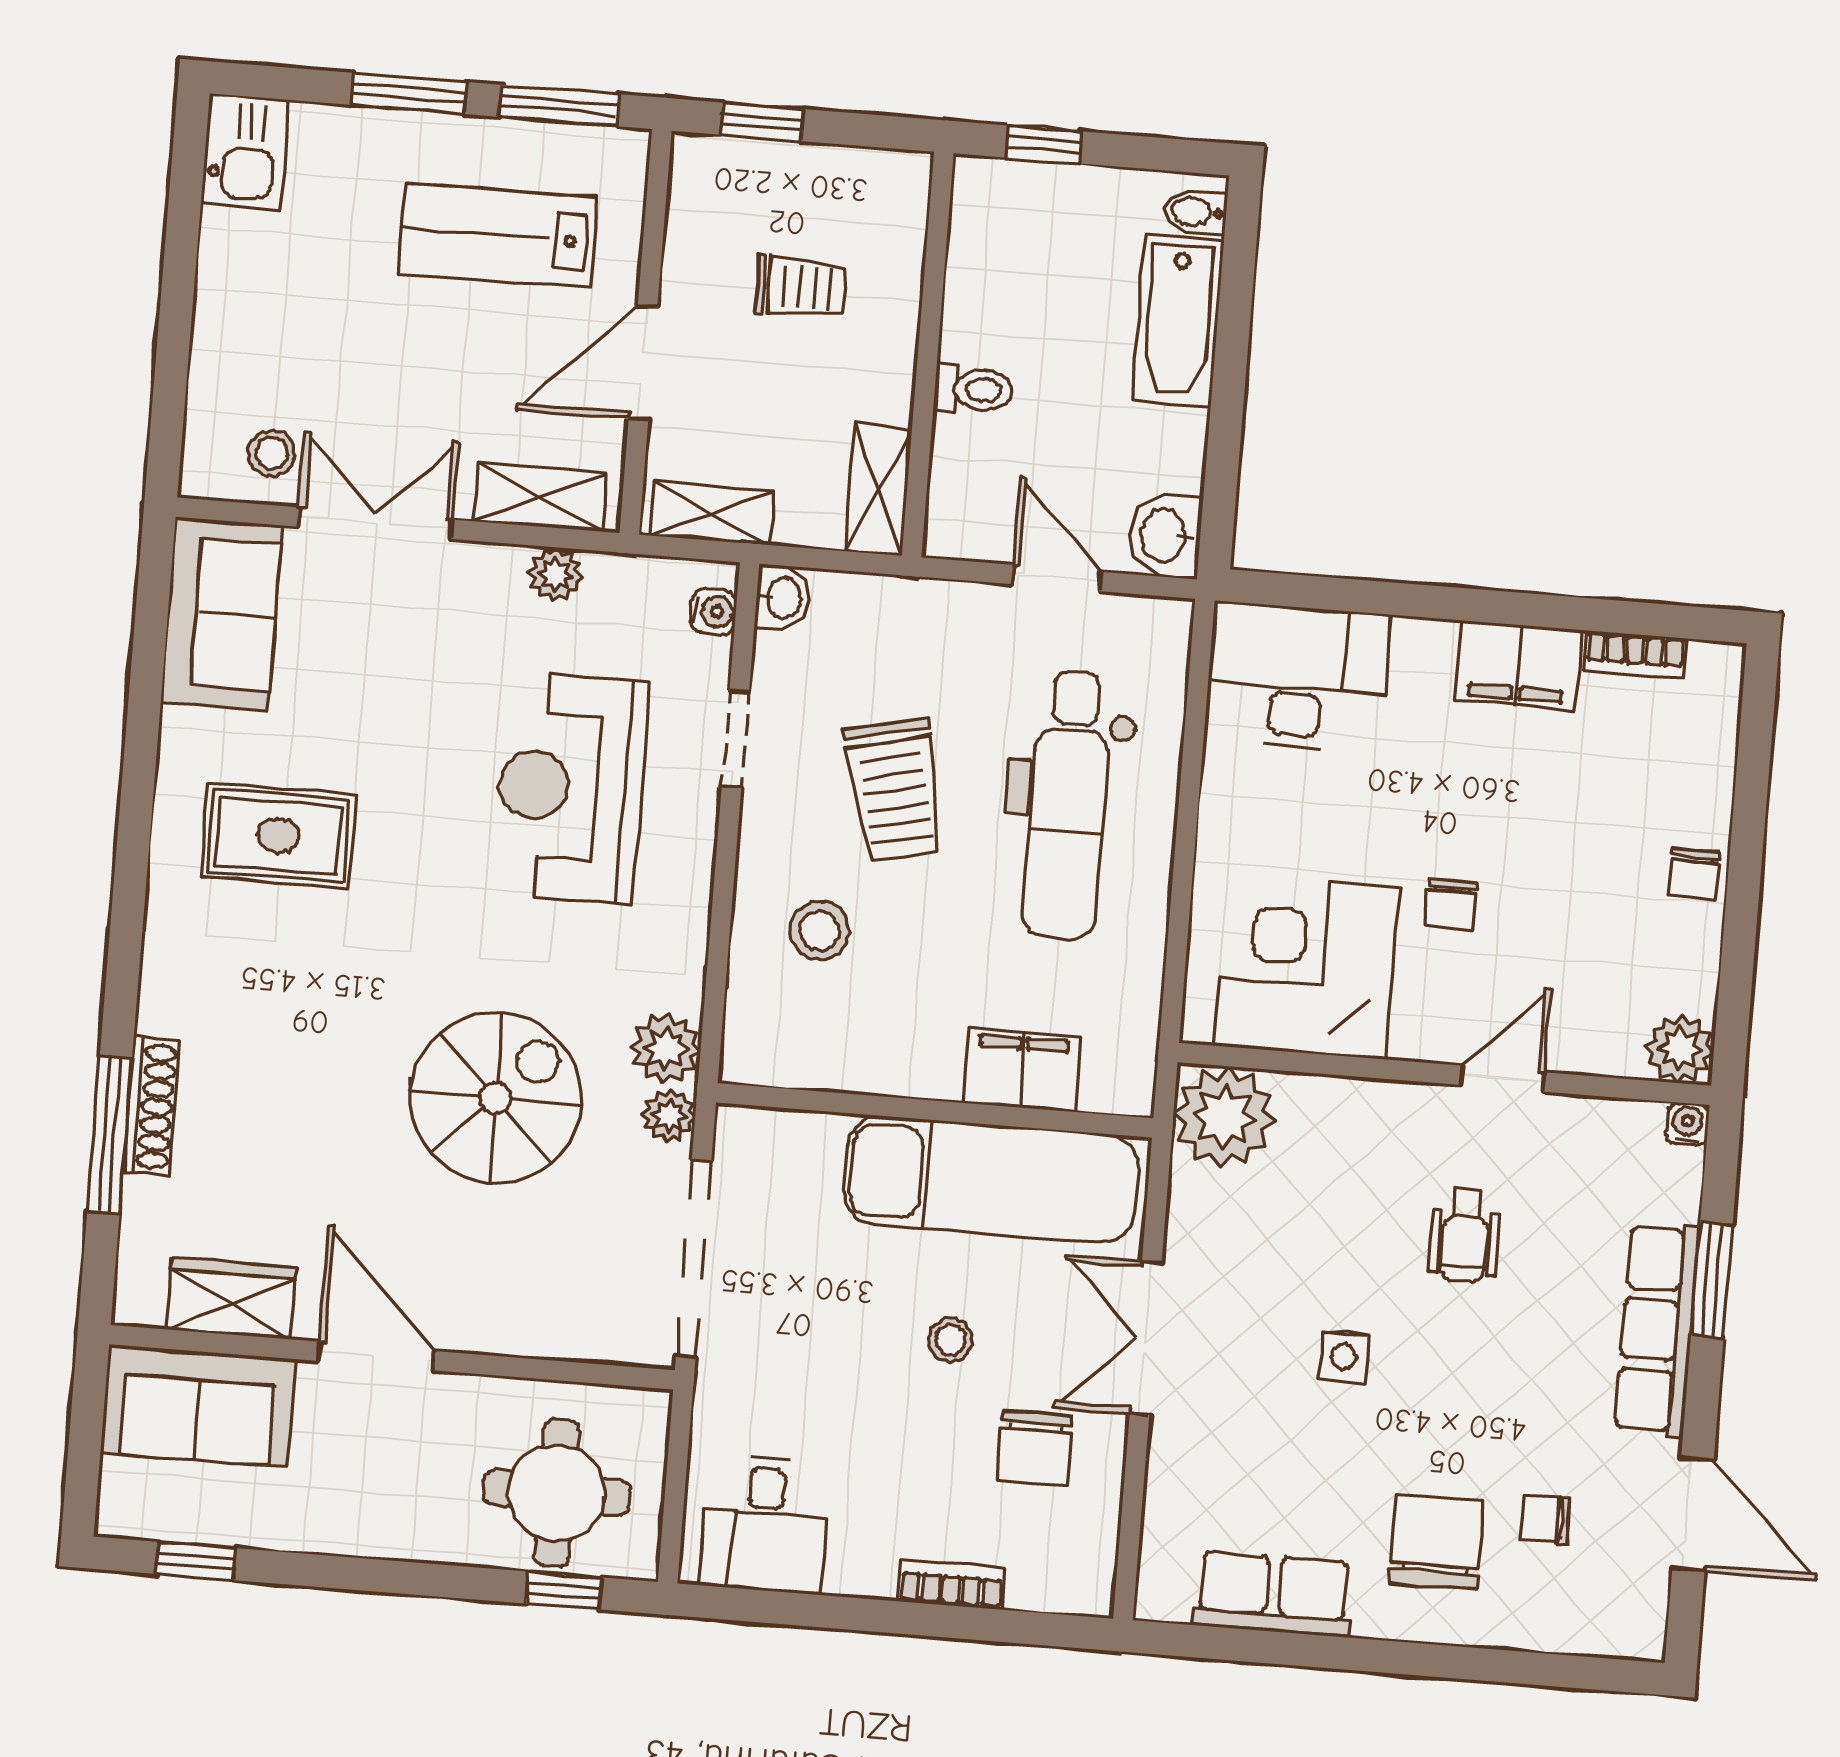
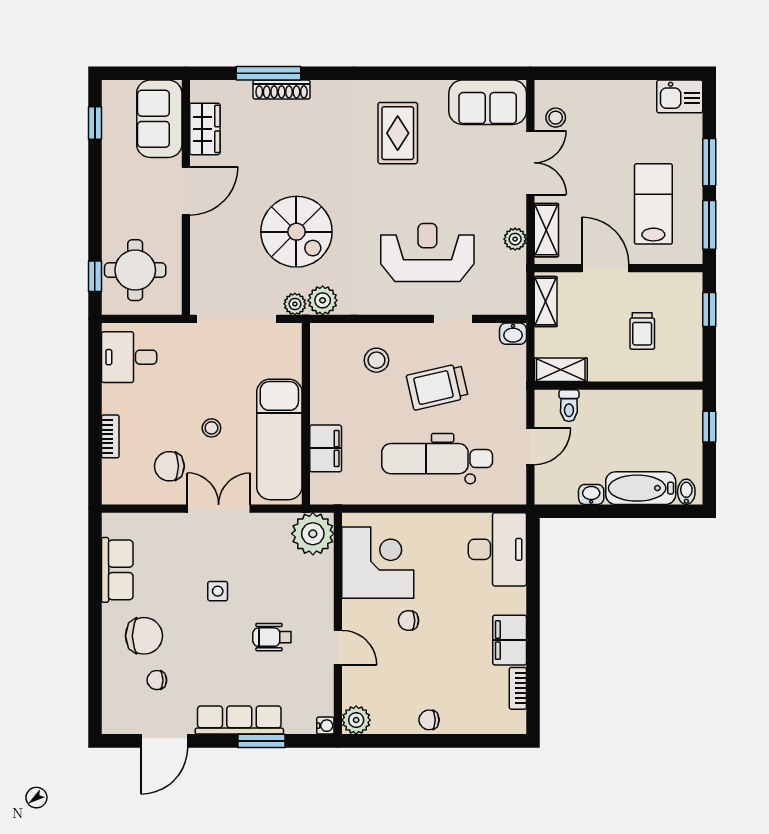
toilet: (973, 389) -> (569, 406), moved
washbasin: (1165, 535) -> (591, 494), moved, width x0.72, depth x0.69
water cooler: (714, 611) -> (505, 306), removed
chair: (1546, 1520) -> (157, 680), turned -90

